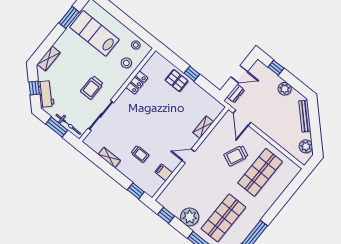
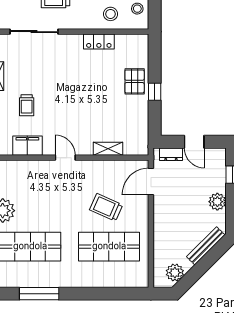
filing cabinet: (164, 172) -> (27, 146), width x2.00

